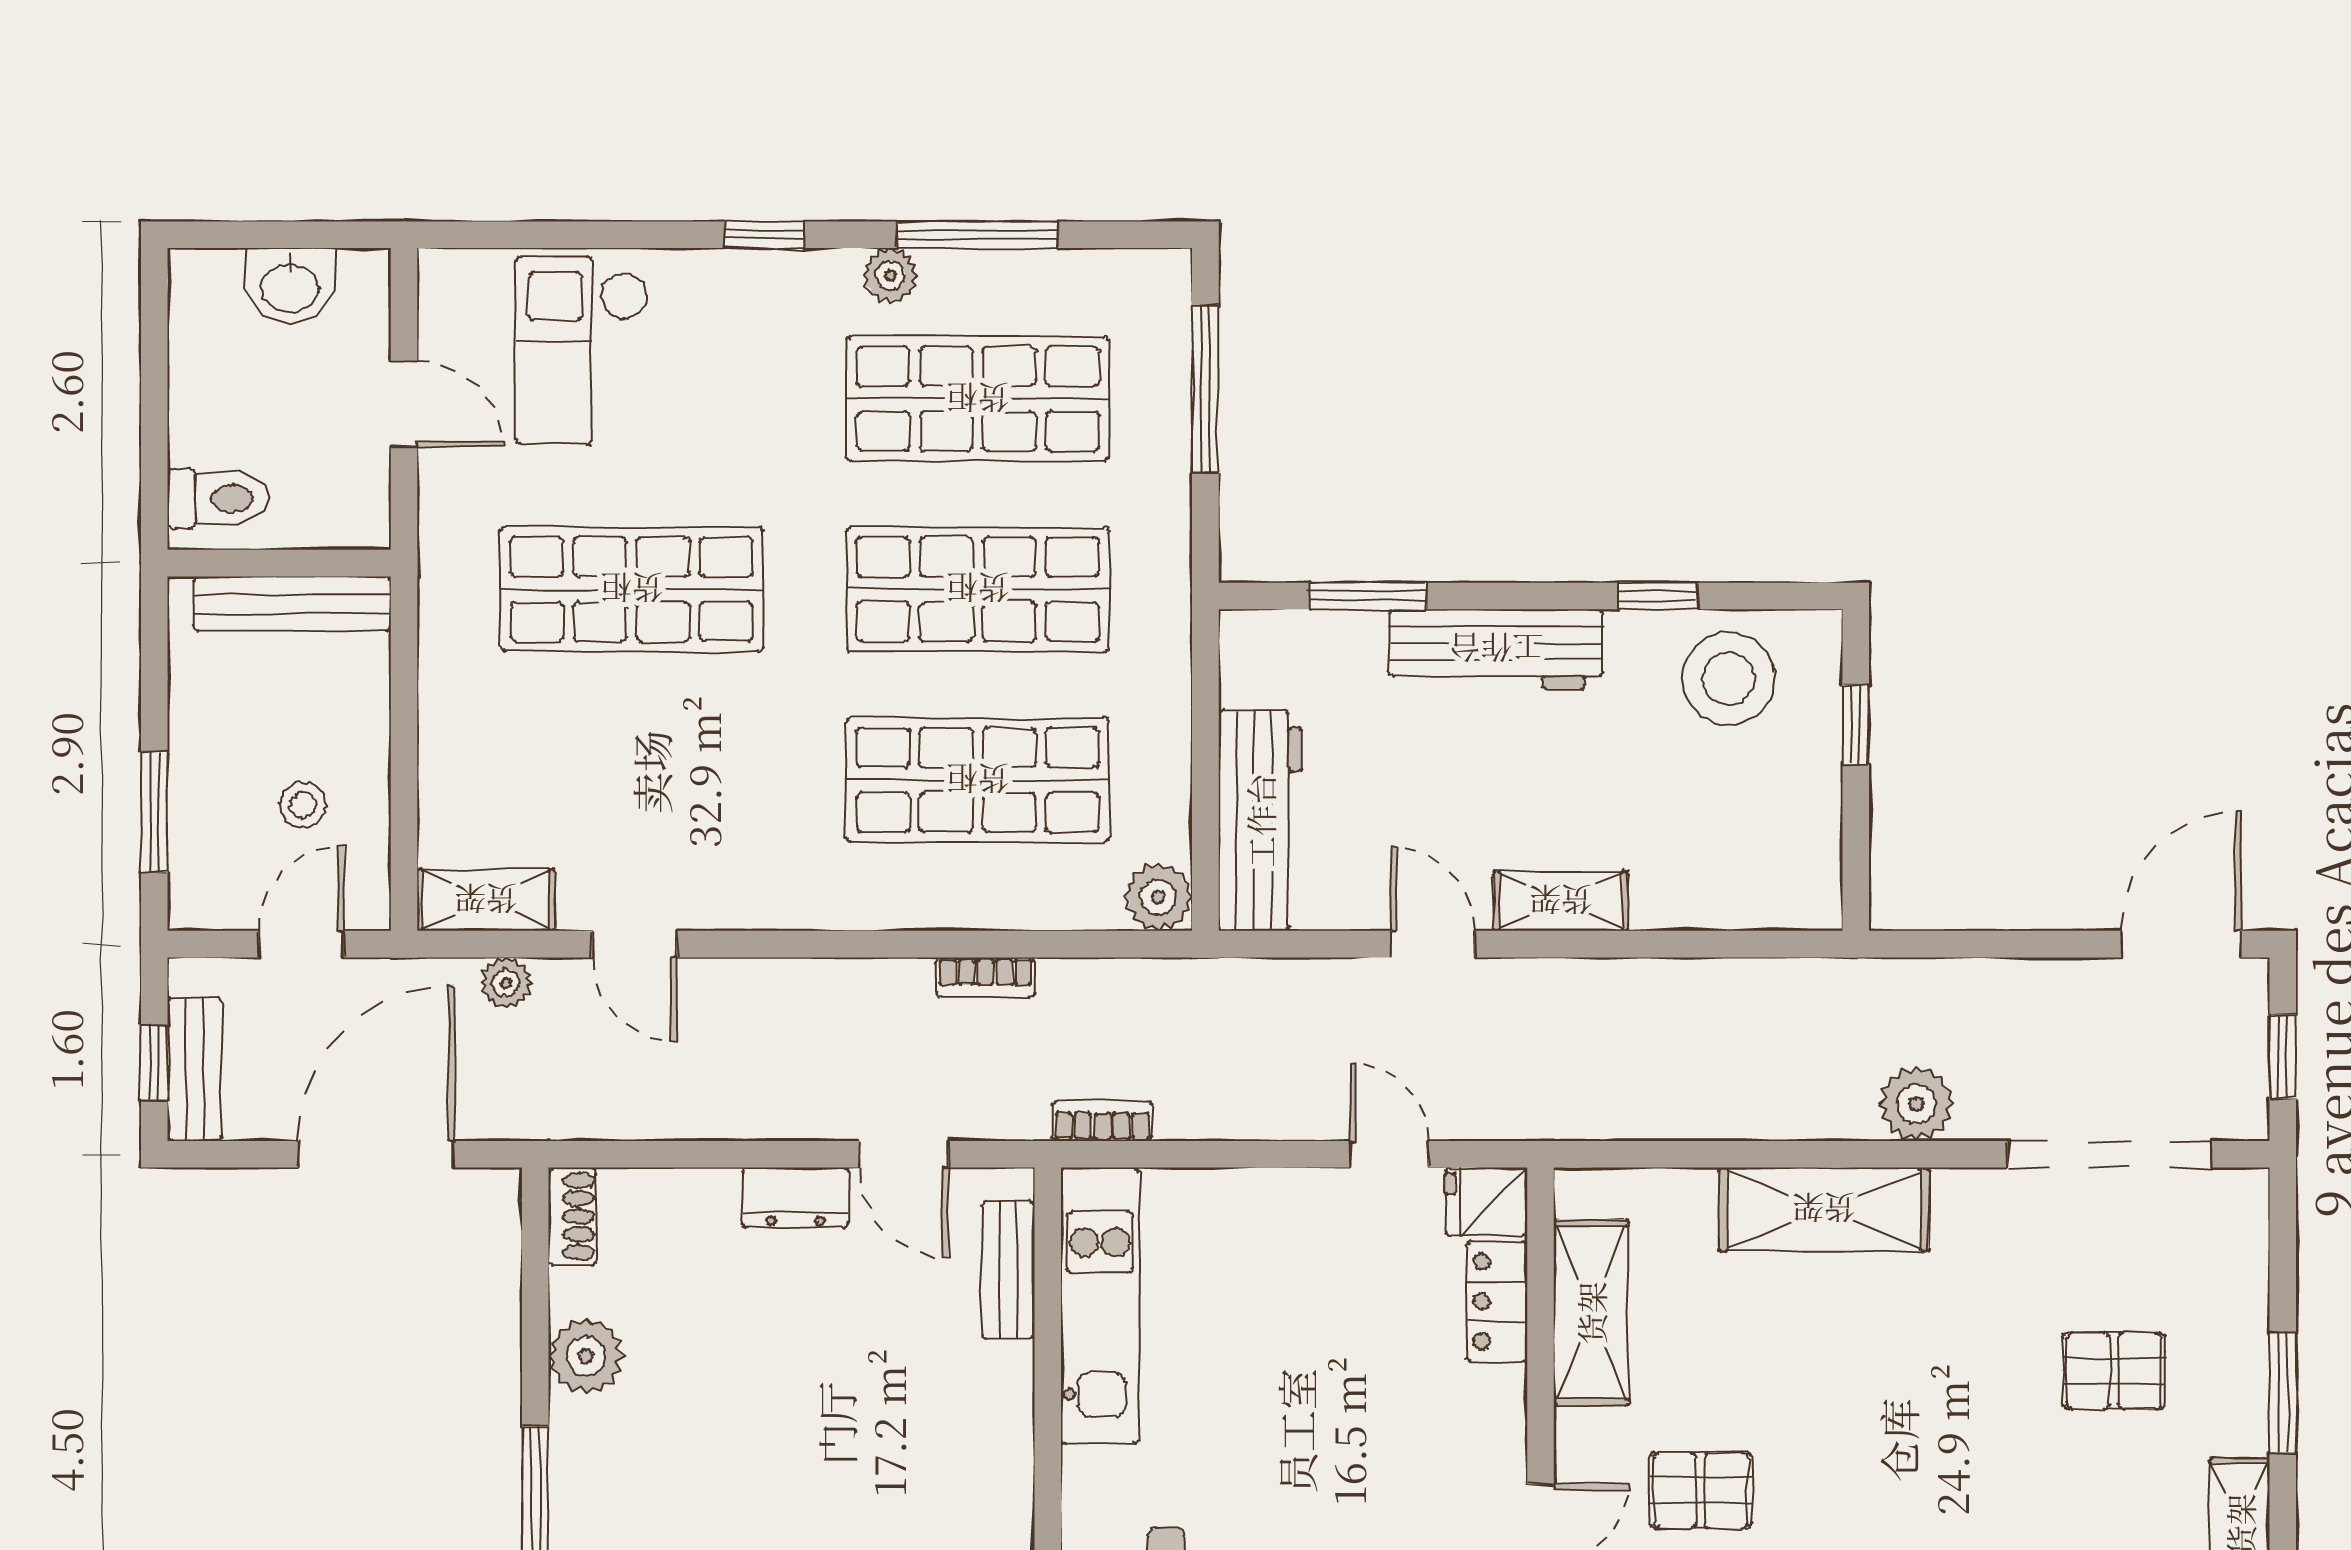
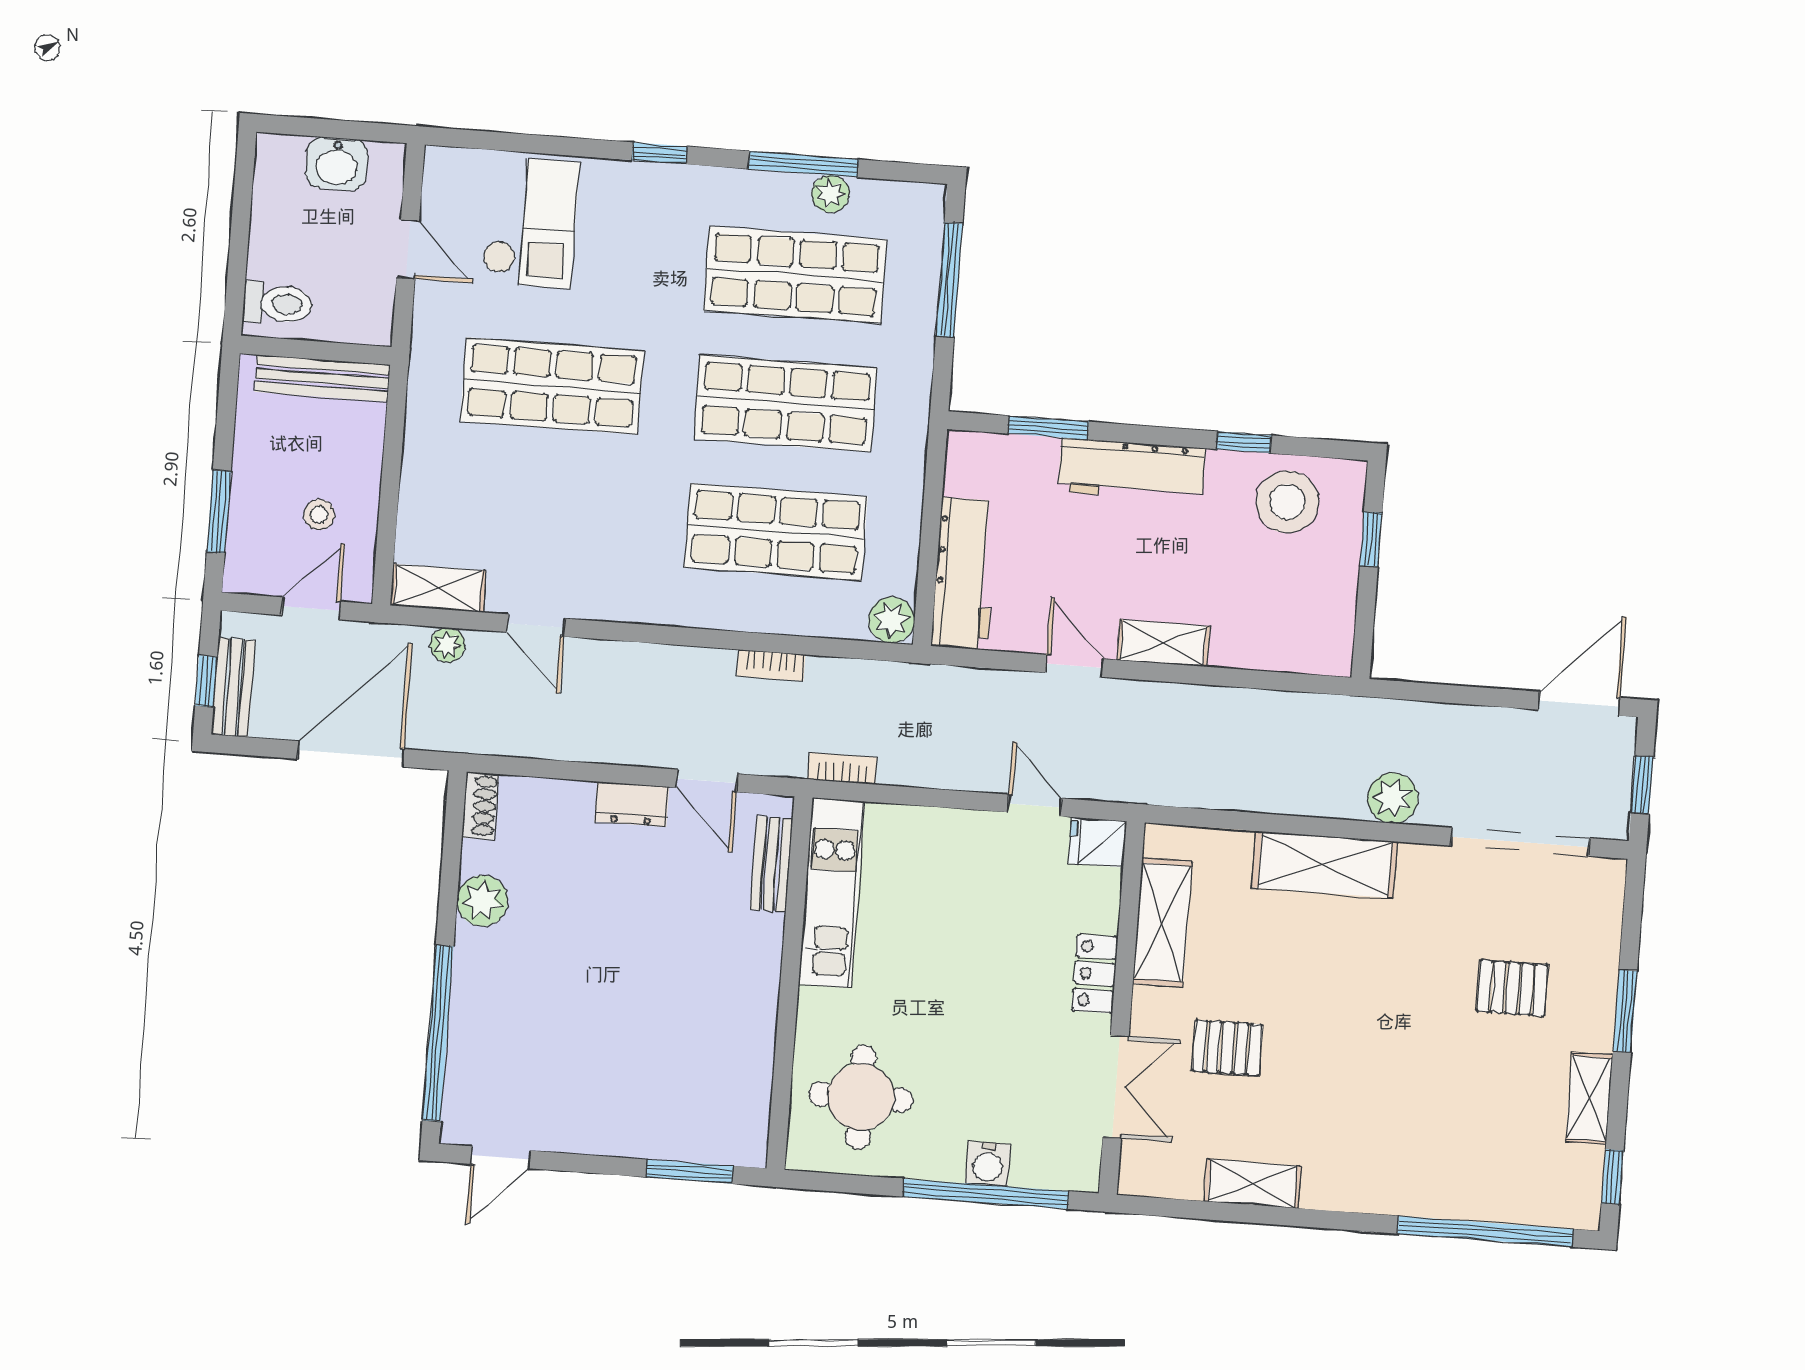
plant: (890, 275) -> (830, 194), moved
checkout: (582, 351) -> (530, 222), turned 180
locker: (1497, 1301) -> (1095, 974), moved

